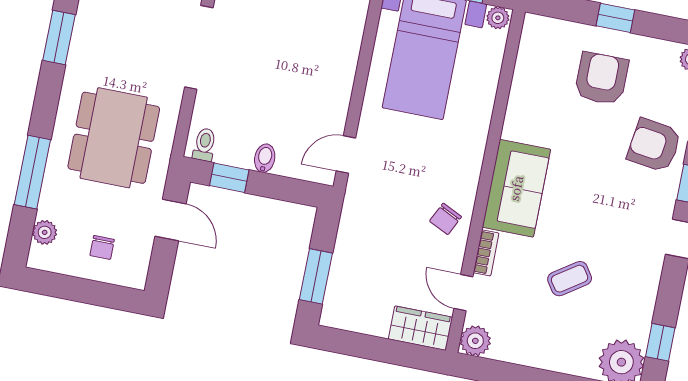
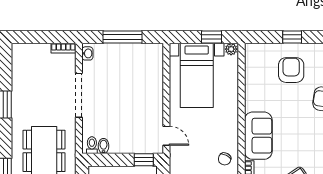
door: (346, 155) -> (166, 136), swing flipped
bidet: (265, 158) -> (104, 146), moved
window: (229, 178) -> (144, 160), moved

